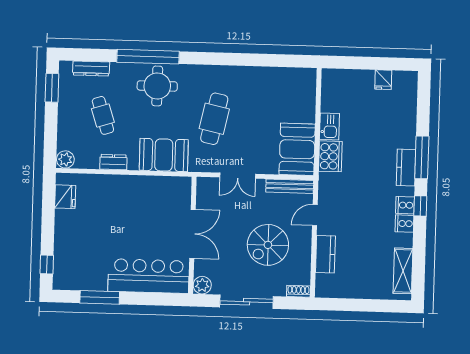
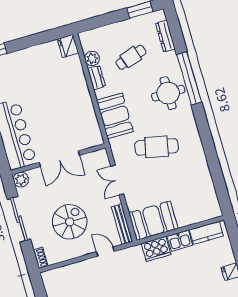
plant: (65, 159) -> (92, 58), moved
fridge: (65, 197) -> (68, 46), moved, turned 90
spiral stairs: (268, 245) -> (70, 222), turned 90
kitchen counter: (325, 254) -> (206, 233), moved

